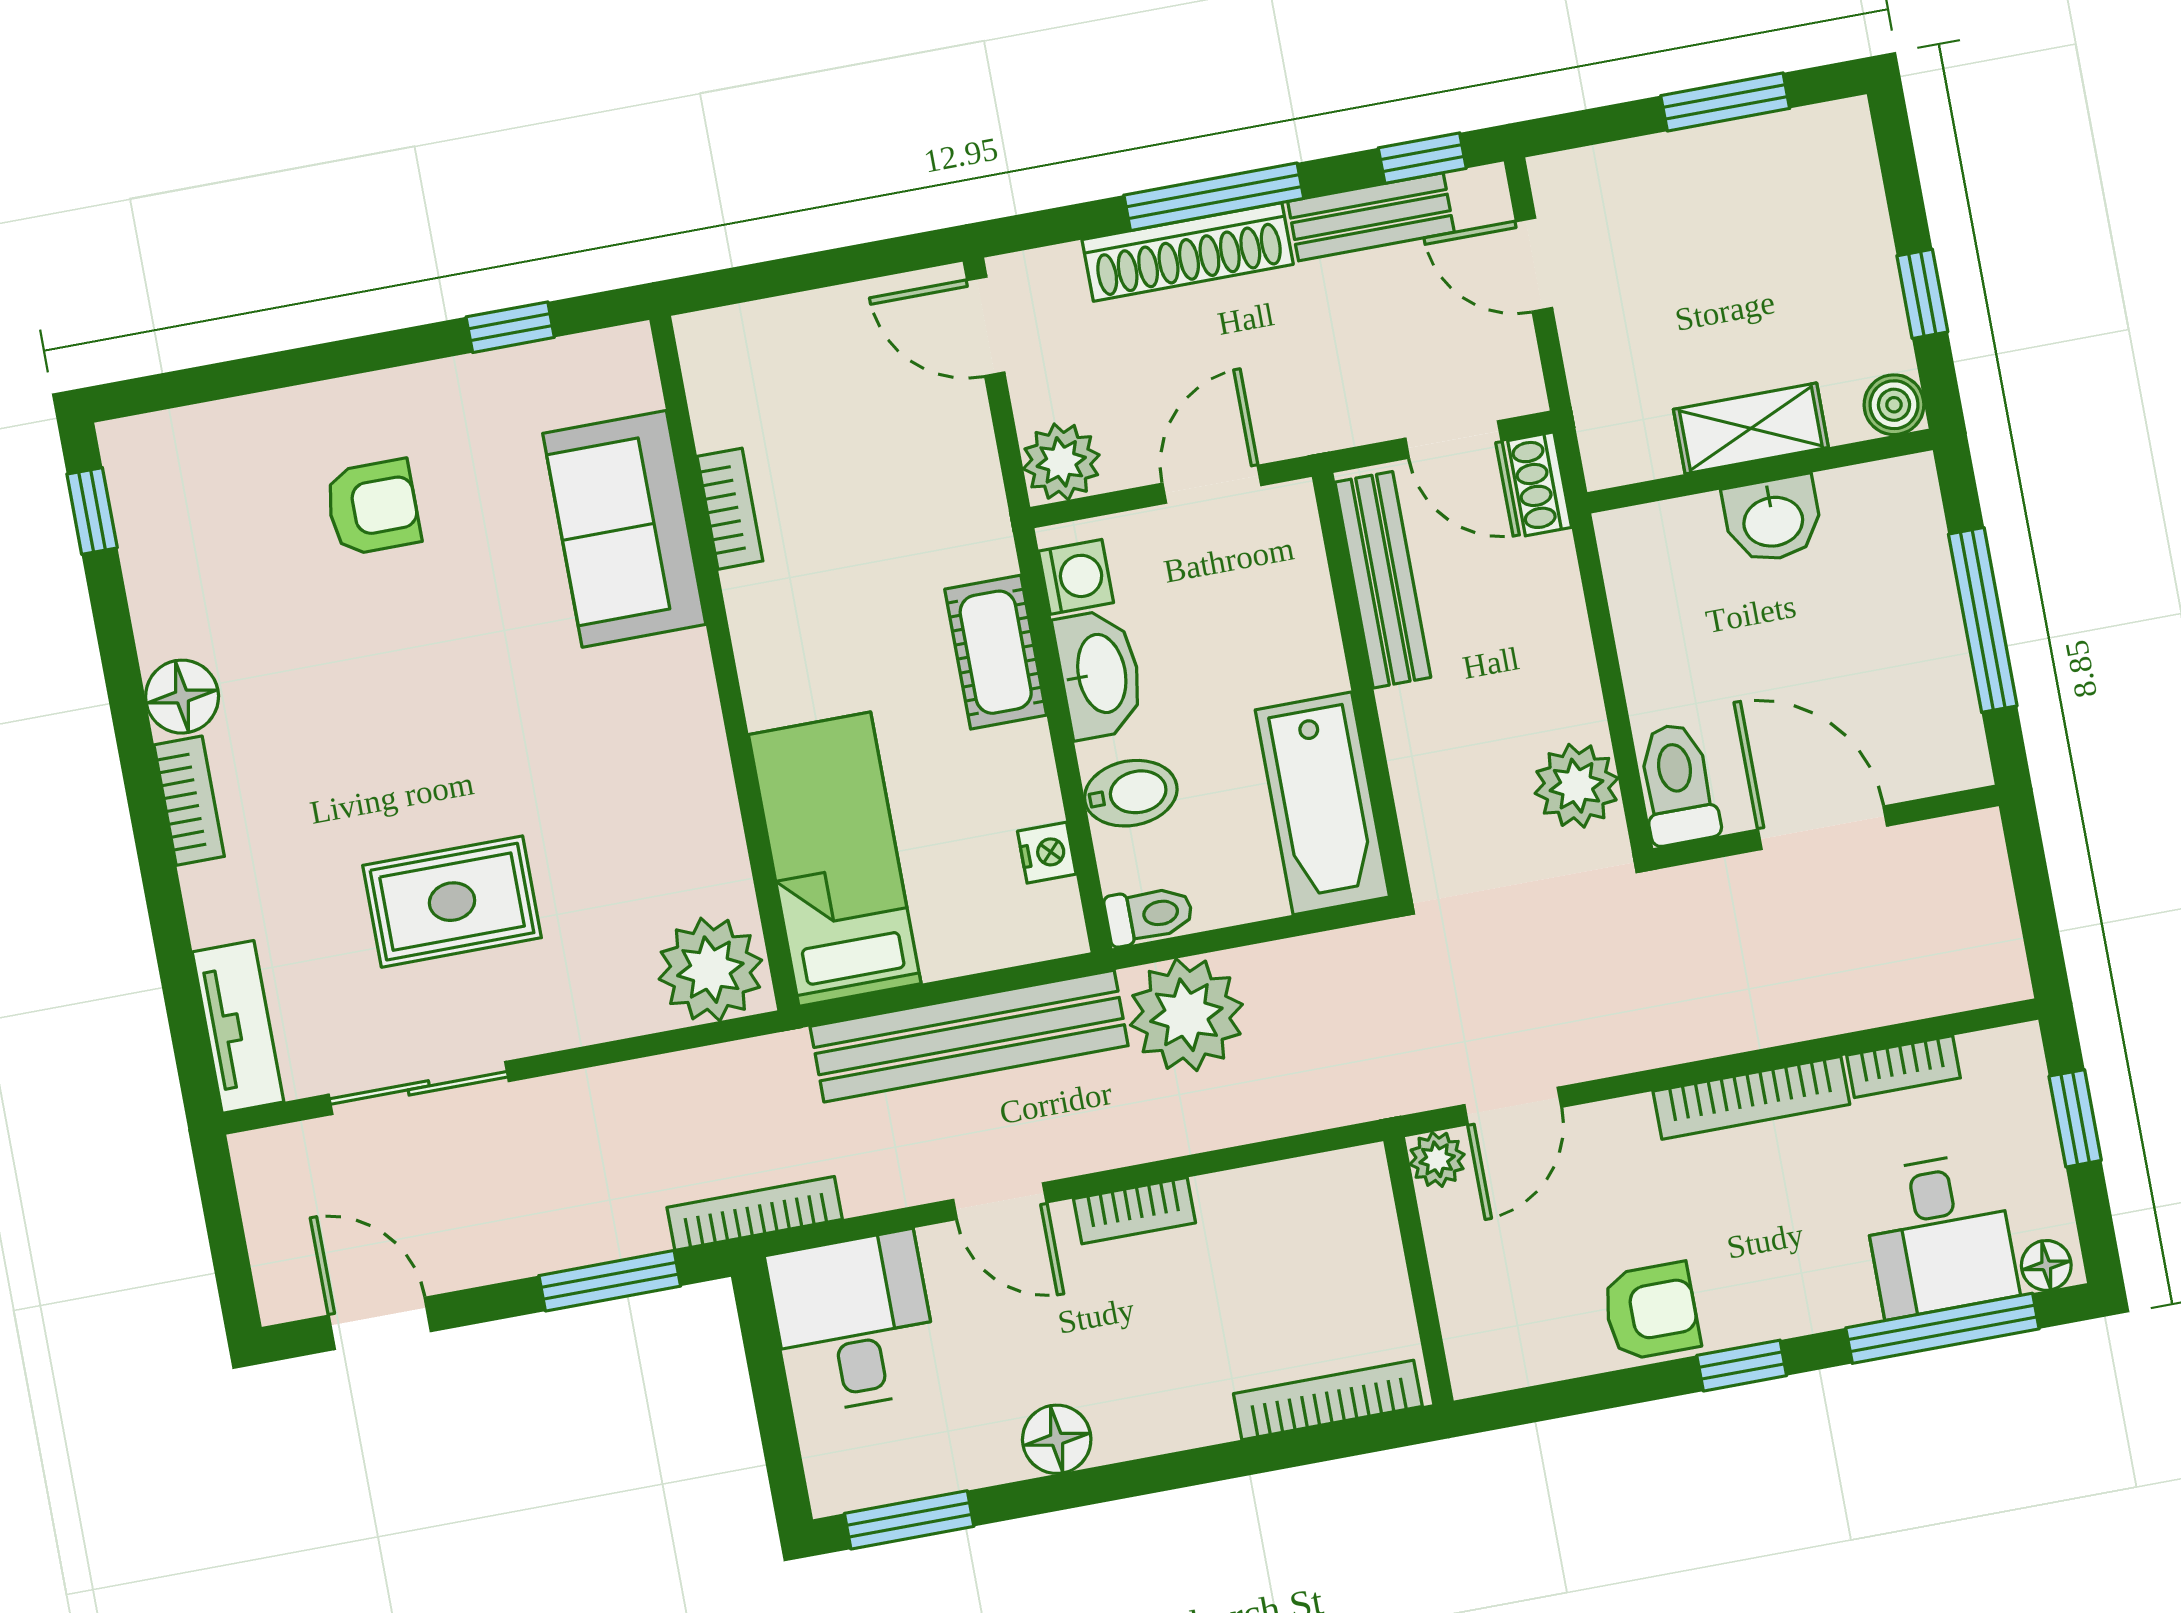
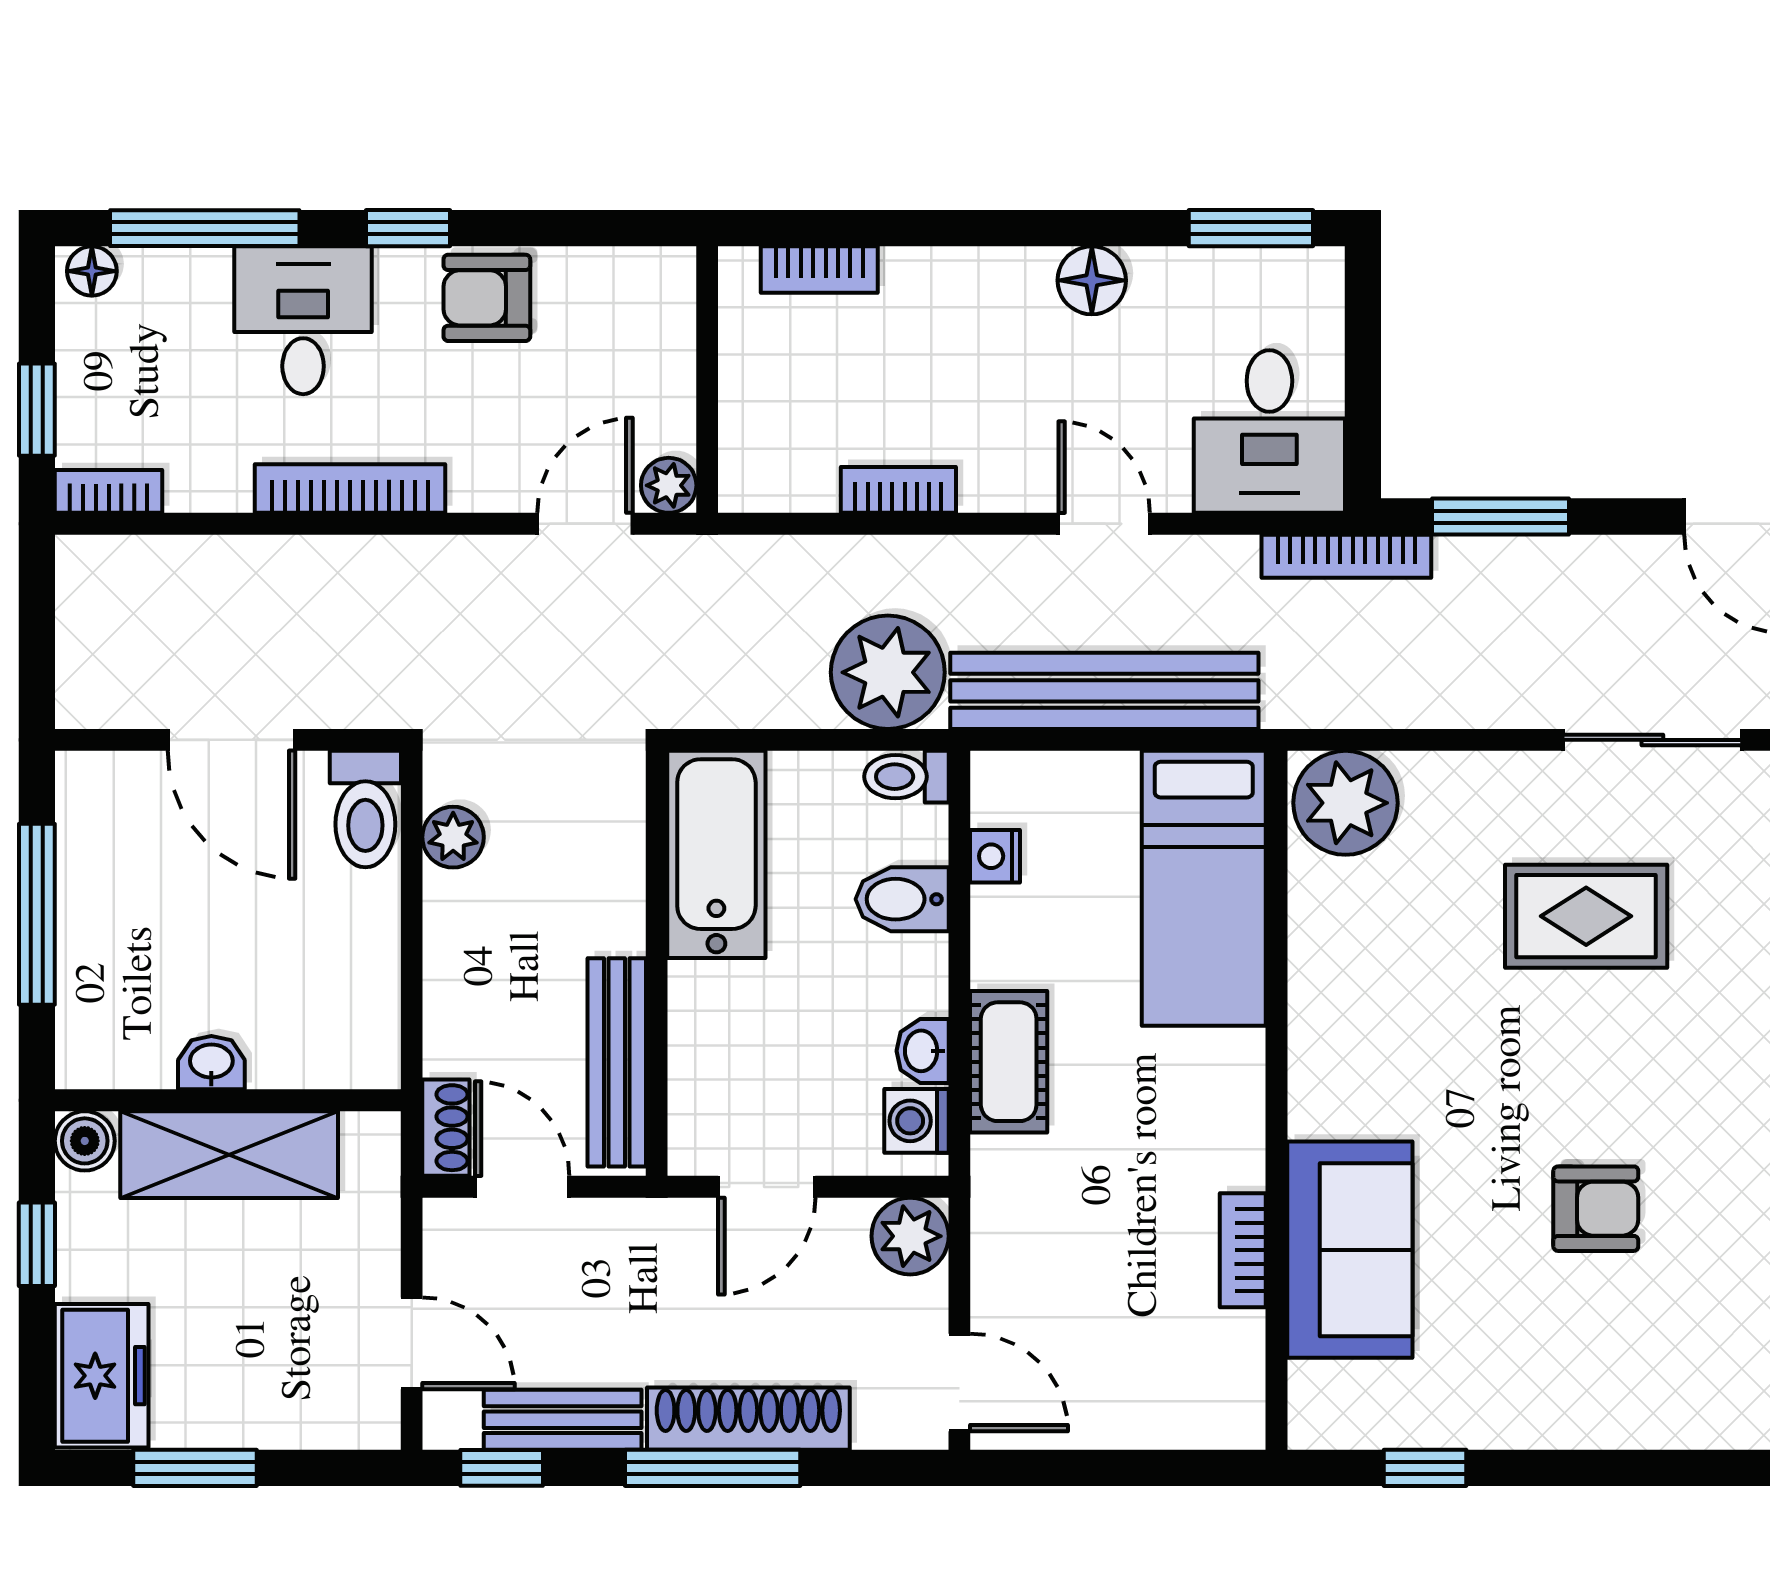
freezer: (1834, 176) -> (102, 1376), added
shelving: (1751, 428) -> (229, 1155), width x1.50, depth x1.33
armchair: (373, 507) -> (1596, 1209), moved, turned 180
washbasin: (1773, 519) -> (211, 1063), width x0.72, depth x0.69
washbasin: (1100, 674) -> (923, 1051), width x0.52, depth x0.69
plant: (1577, 786) -> (453, 837), width x0.73, depth x0.73
bookcase: (1904, 1067) -> (109, 491), moved
bookcase: (1135, 1211) -> (898, 490), moved
desk: (1939, 1235) -> (303, 320), moved
bookcase: (1328, 1400) -> (819, 270), width x0.64

